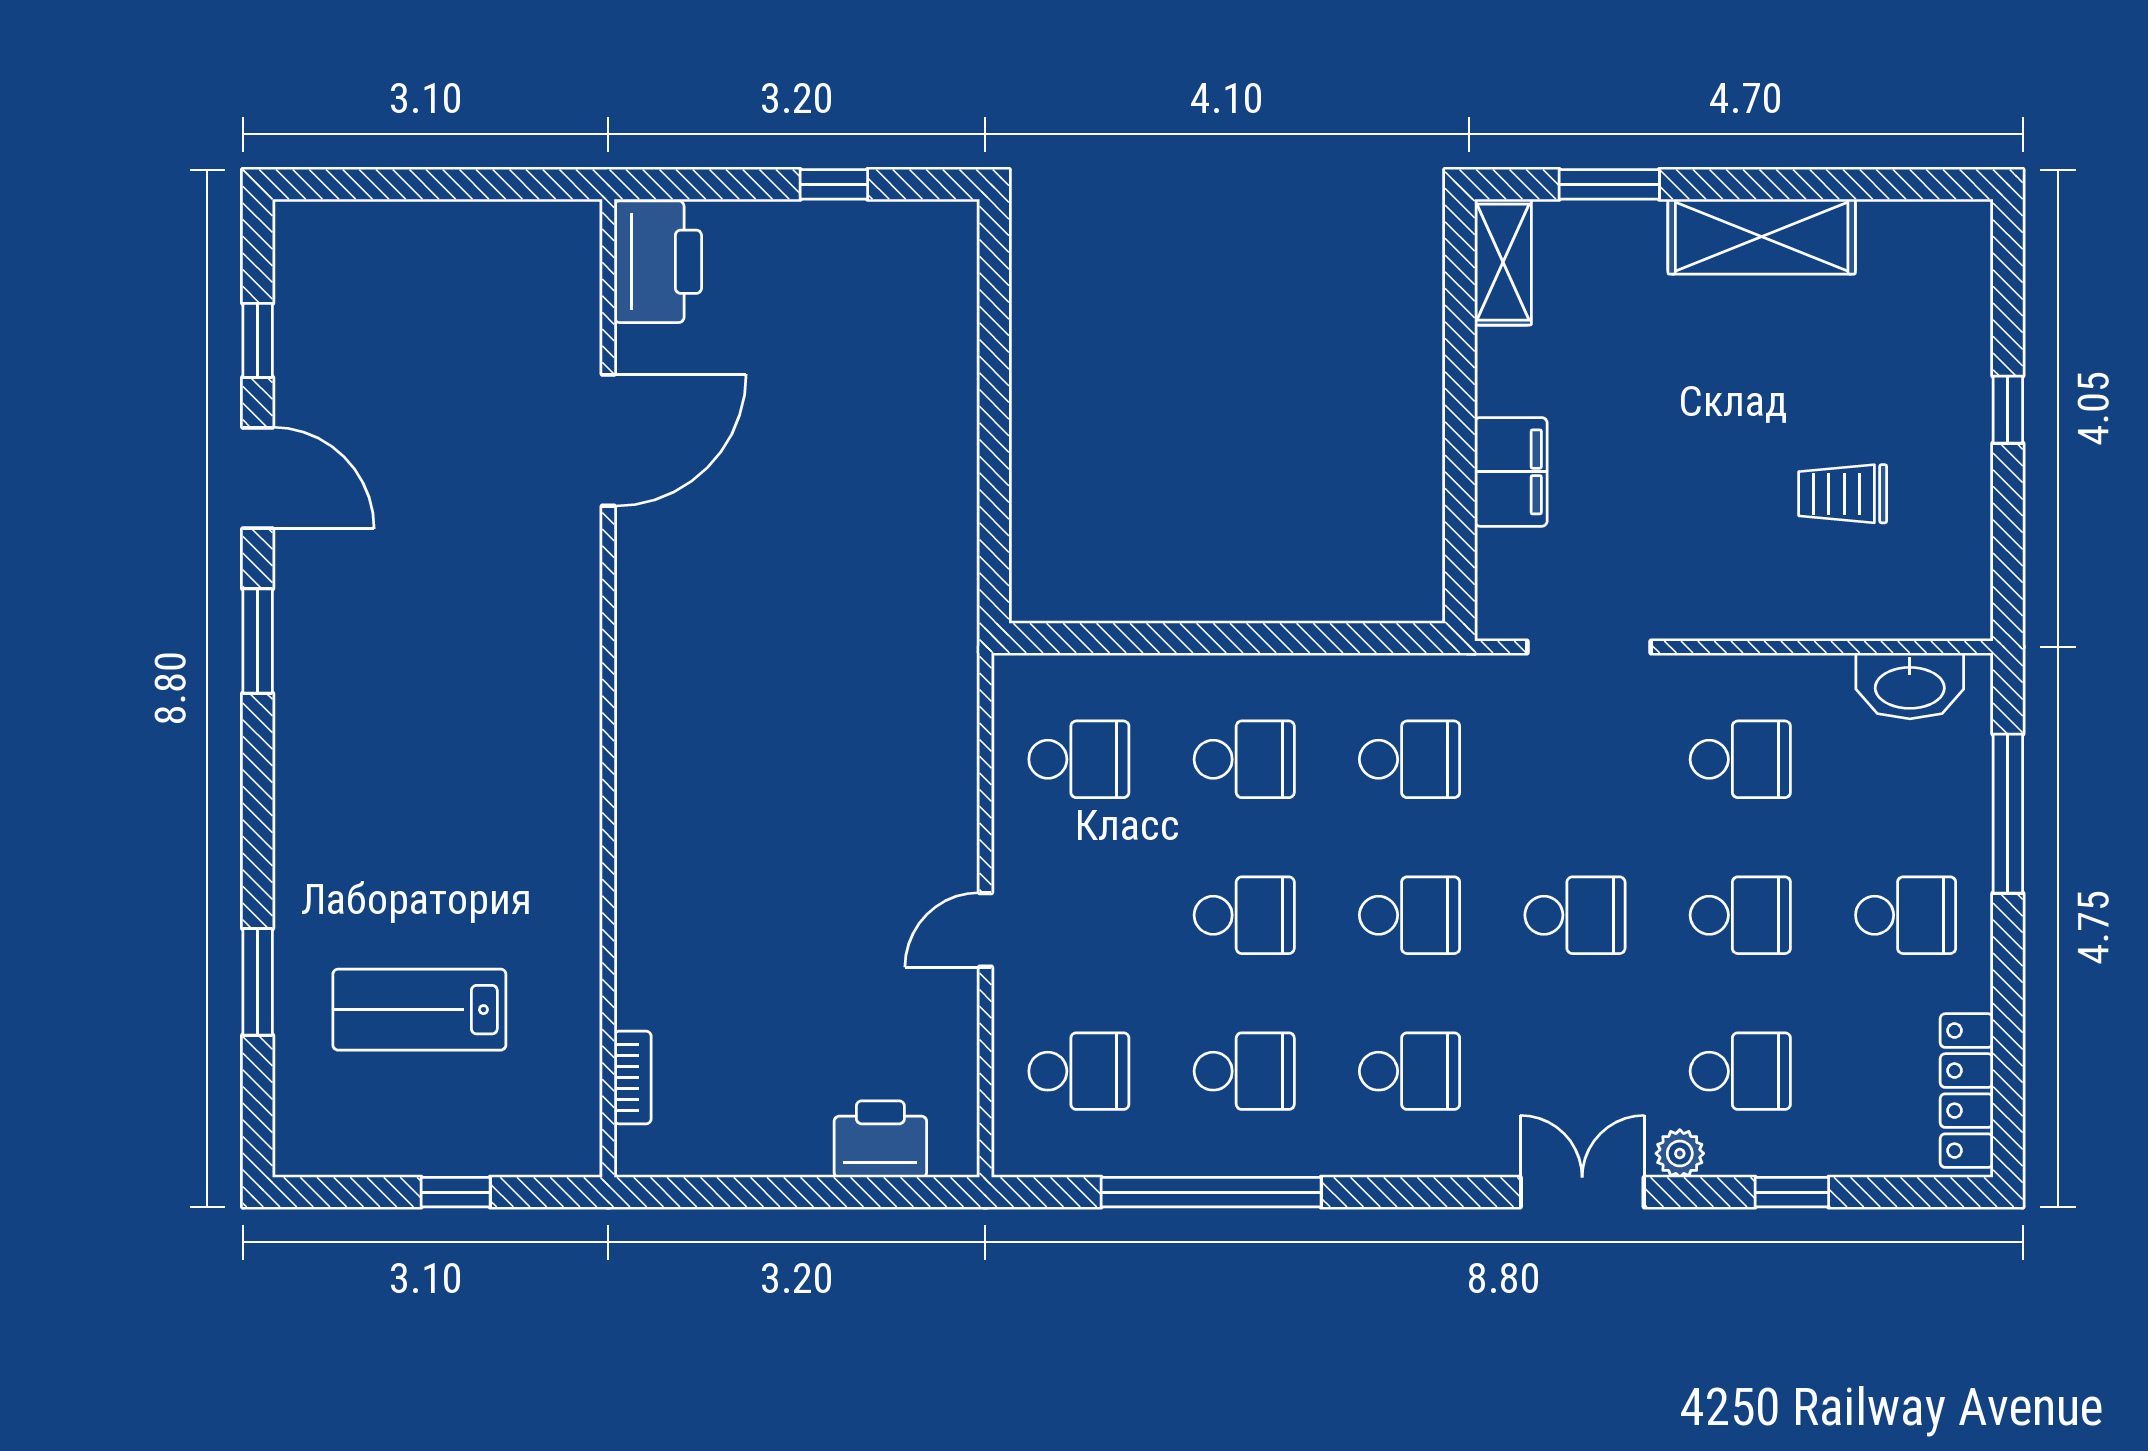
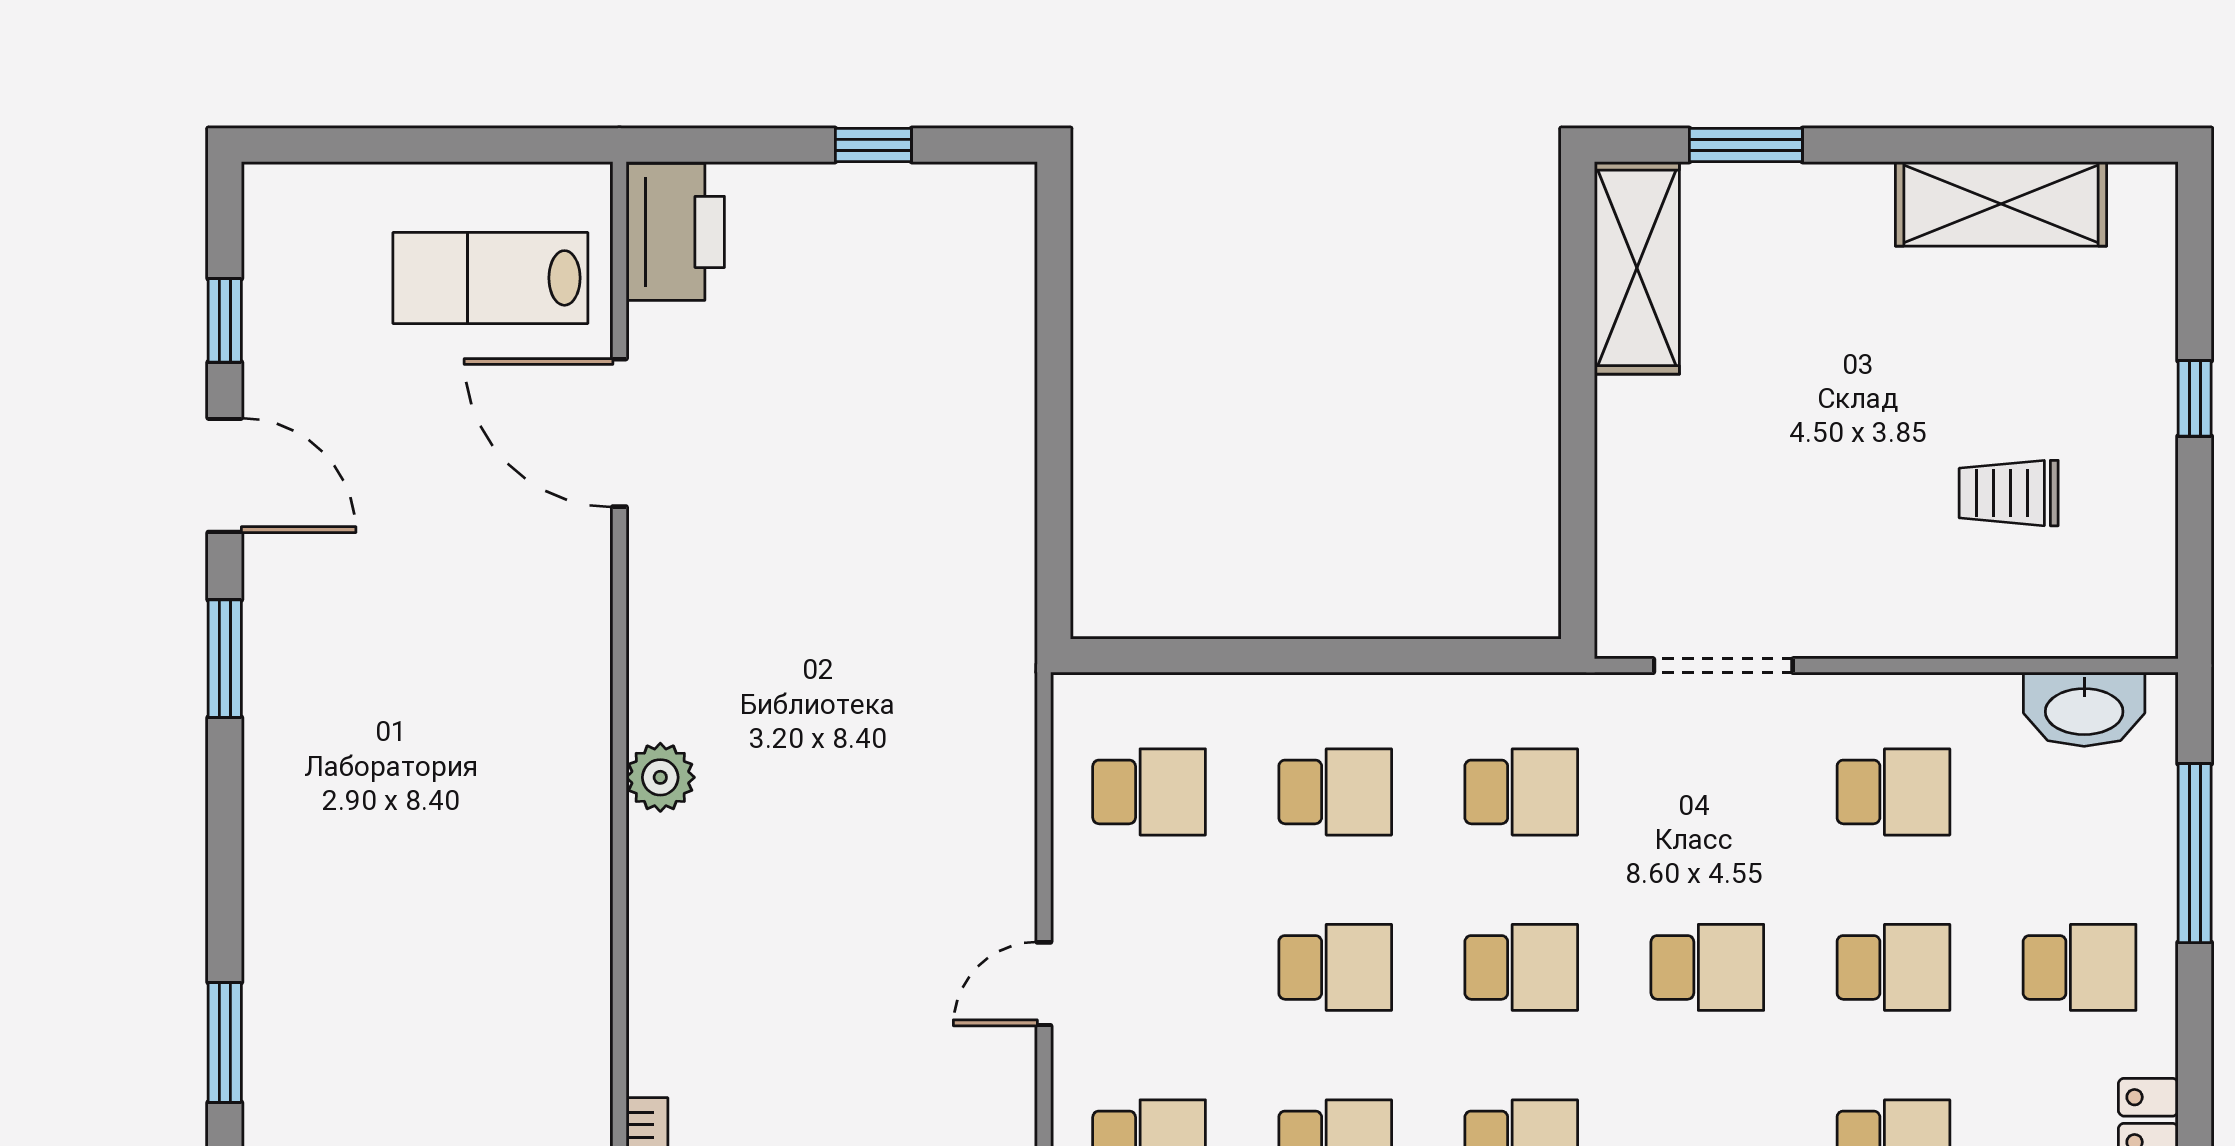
shelving: (1762, 237) -> (2001, 204), moved
shelving: (1503, 262) -> (1637, 268), width x1.50, depth x1.33
door: (608, 440) -> (619, 433), swing flipped
filing cabinet: (1511, 472) -> (1635, 469), removed
plant: (645, 746) -> (660, 777), added
lab bench: (419, 1010) -> (490, 278), moved

